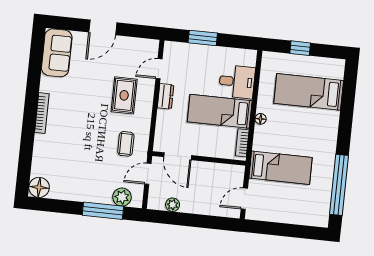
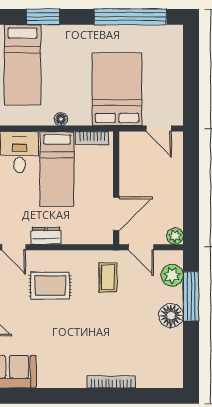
bookcase: (42, 113) -> (111, 382), moved
window: (347, 113) -> (43, 17), added
coffee table: (126, 144) -> (108, 277), turned 90
bed: (281, 168) -> (117, 89), width x1.50
floor lamp: (39, 187) -> (171, 316), moved
plant: (173, 205) -> (175, 236), moved

